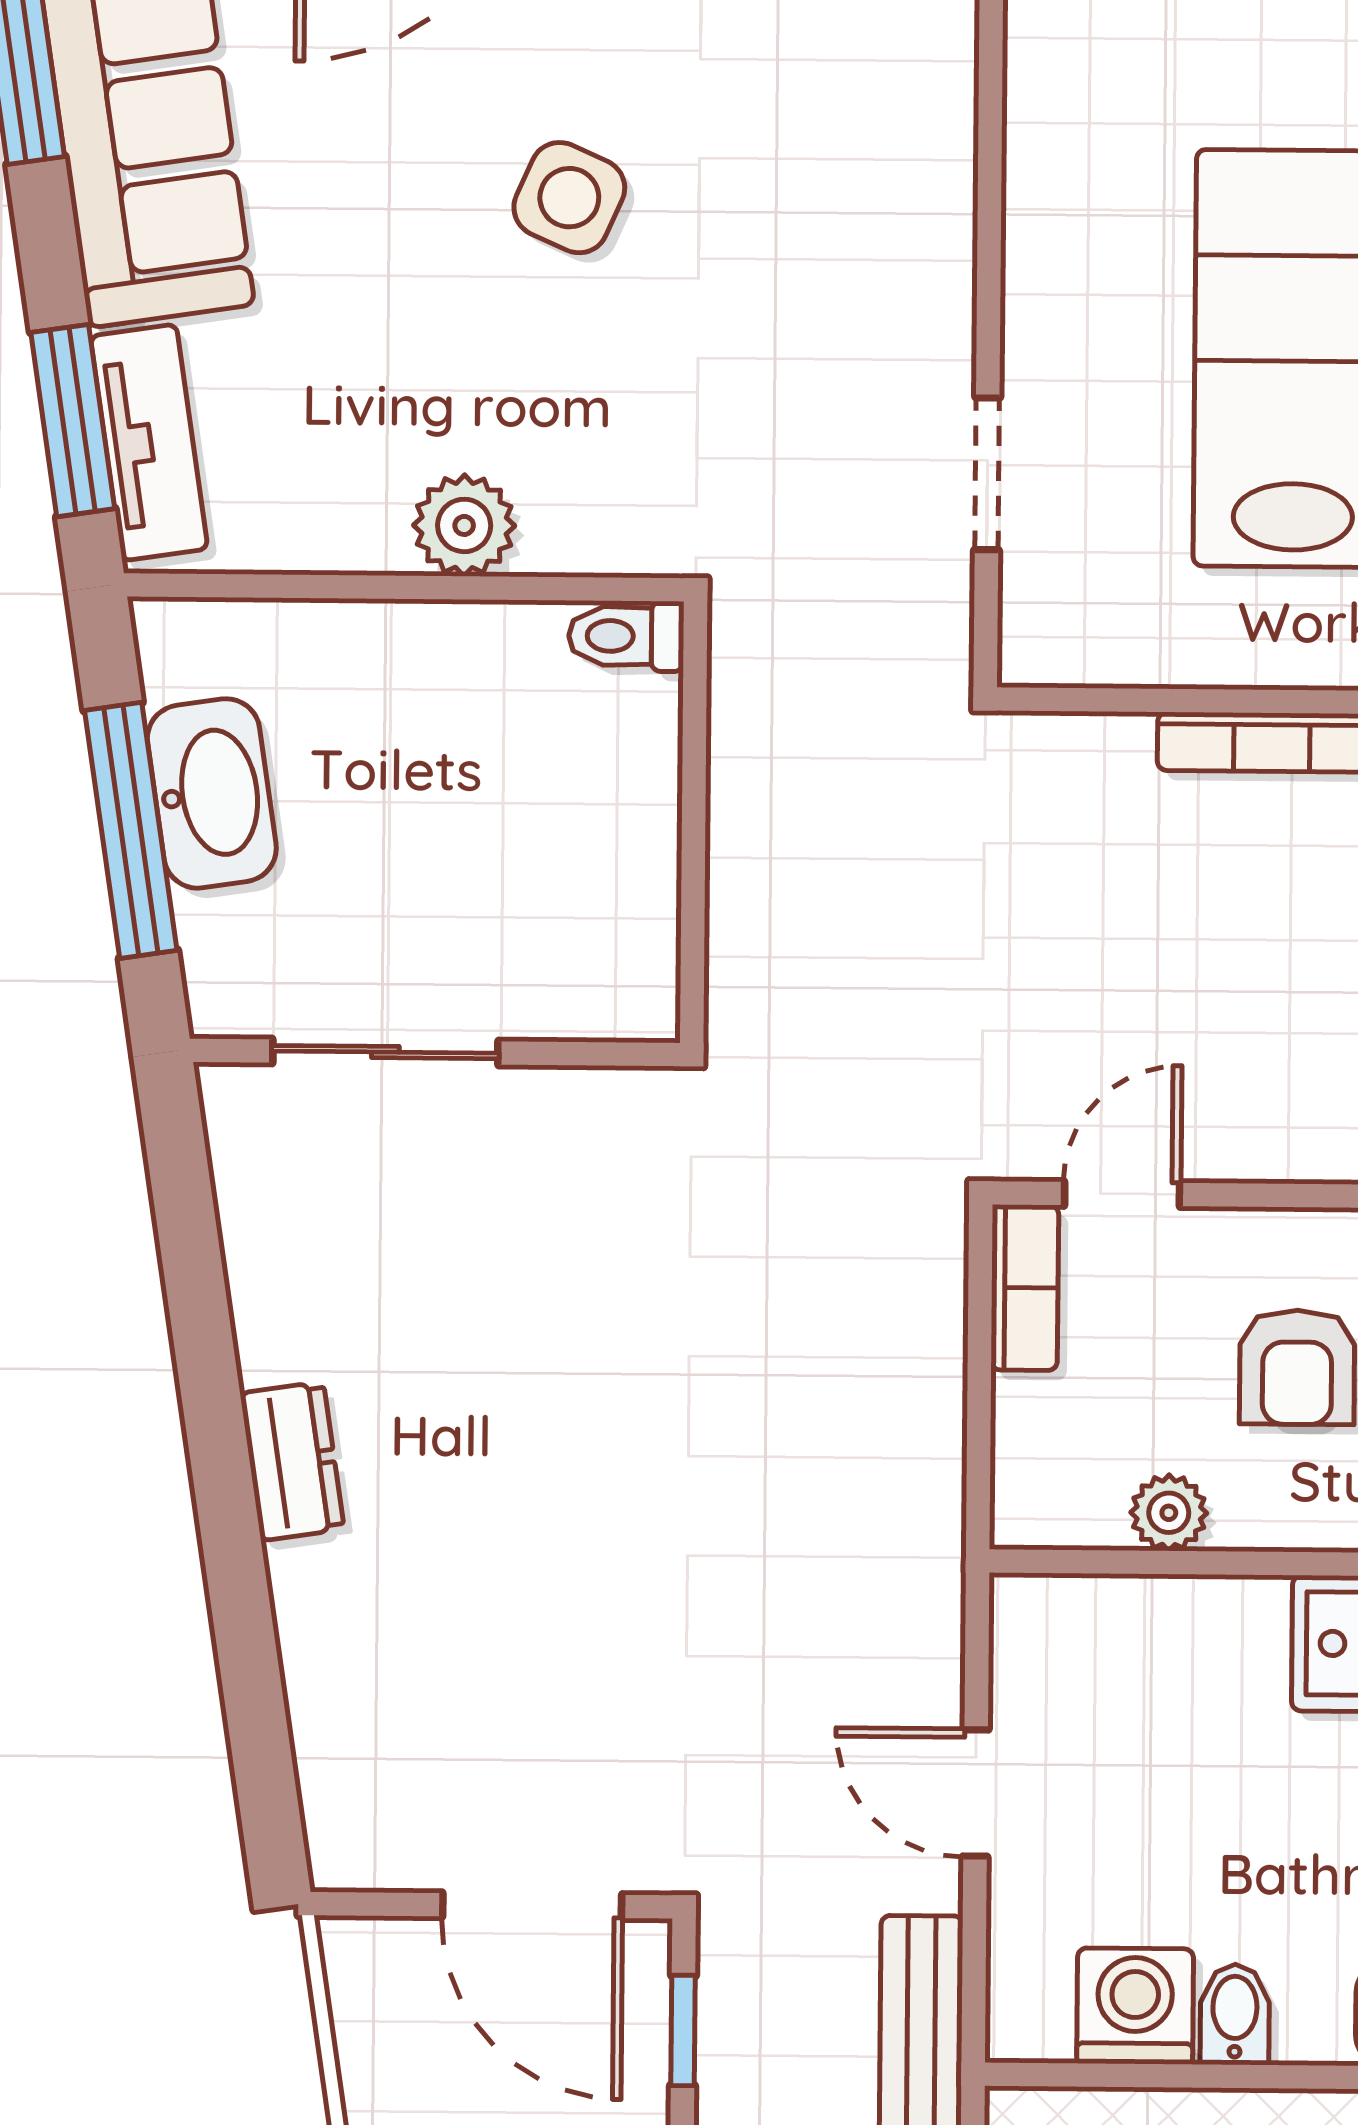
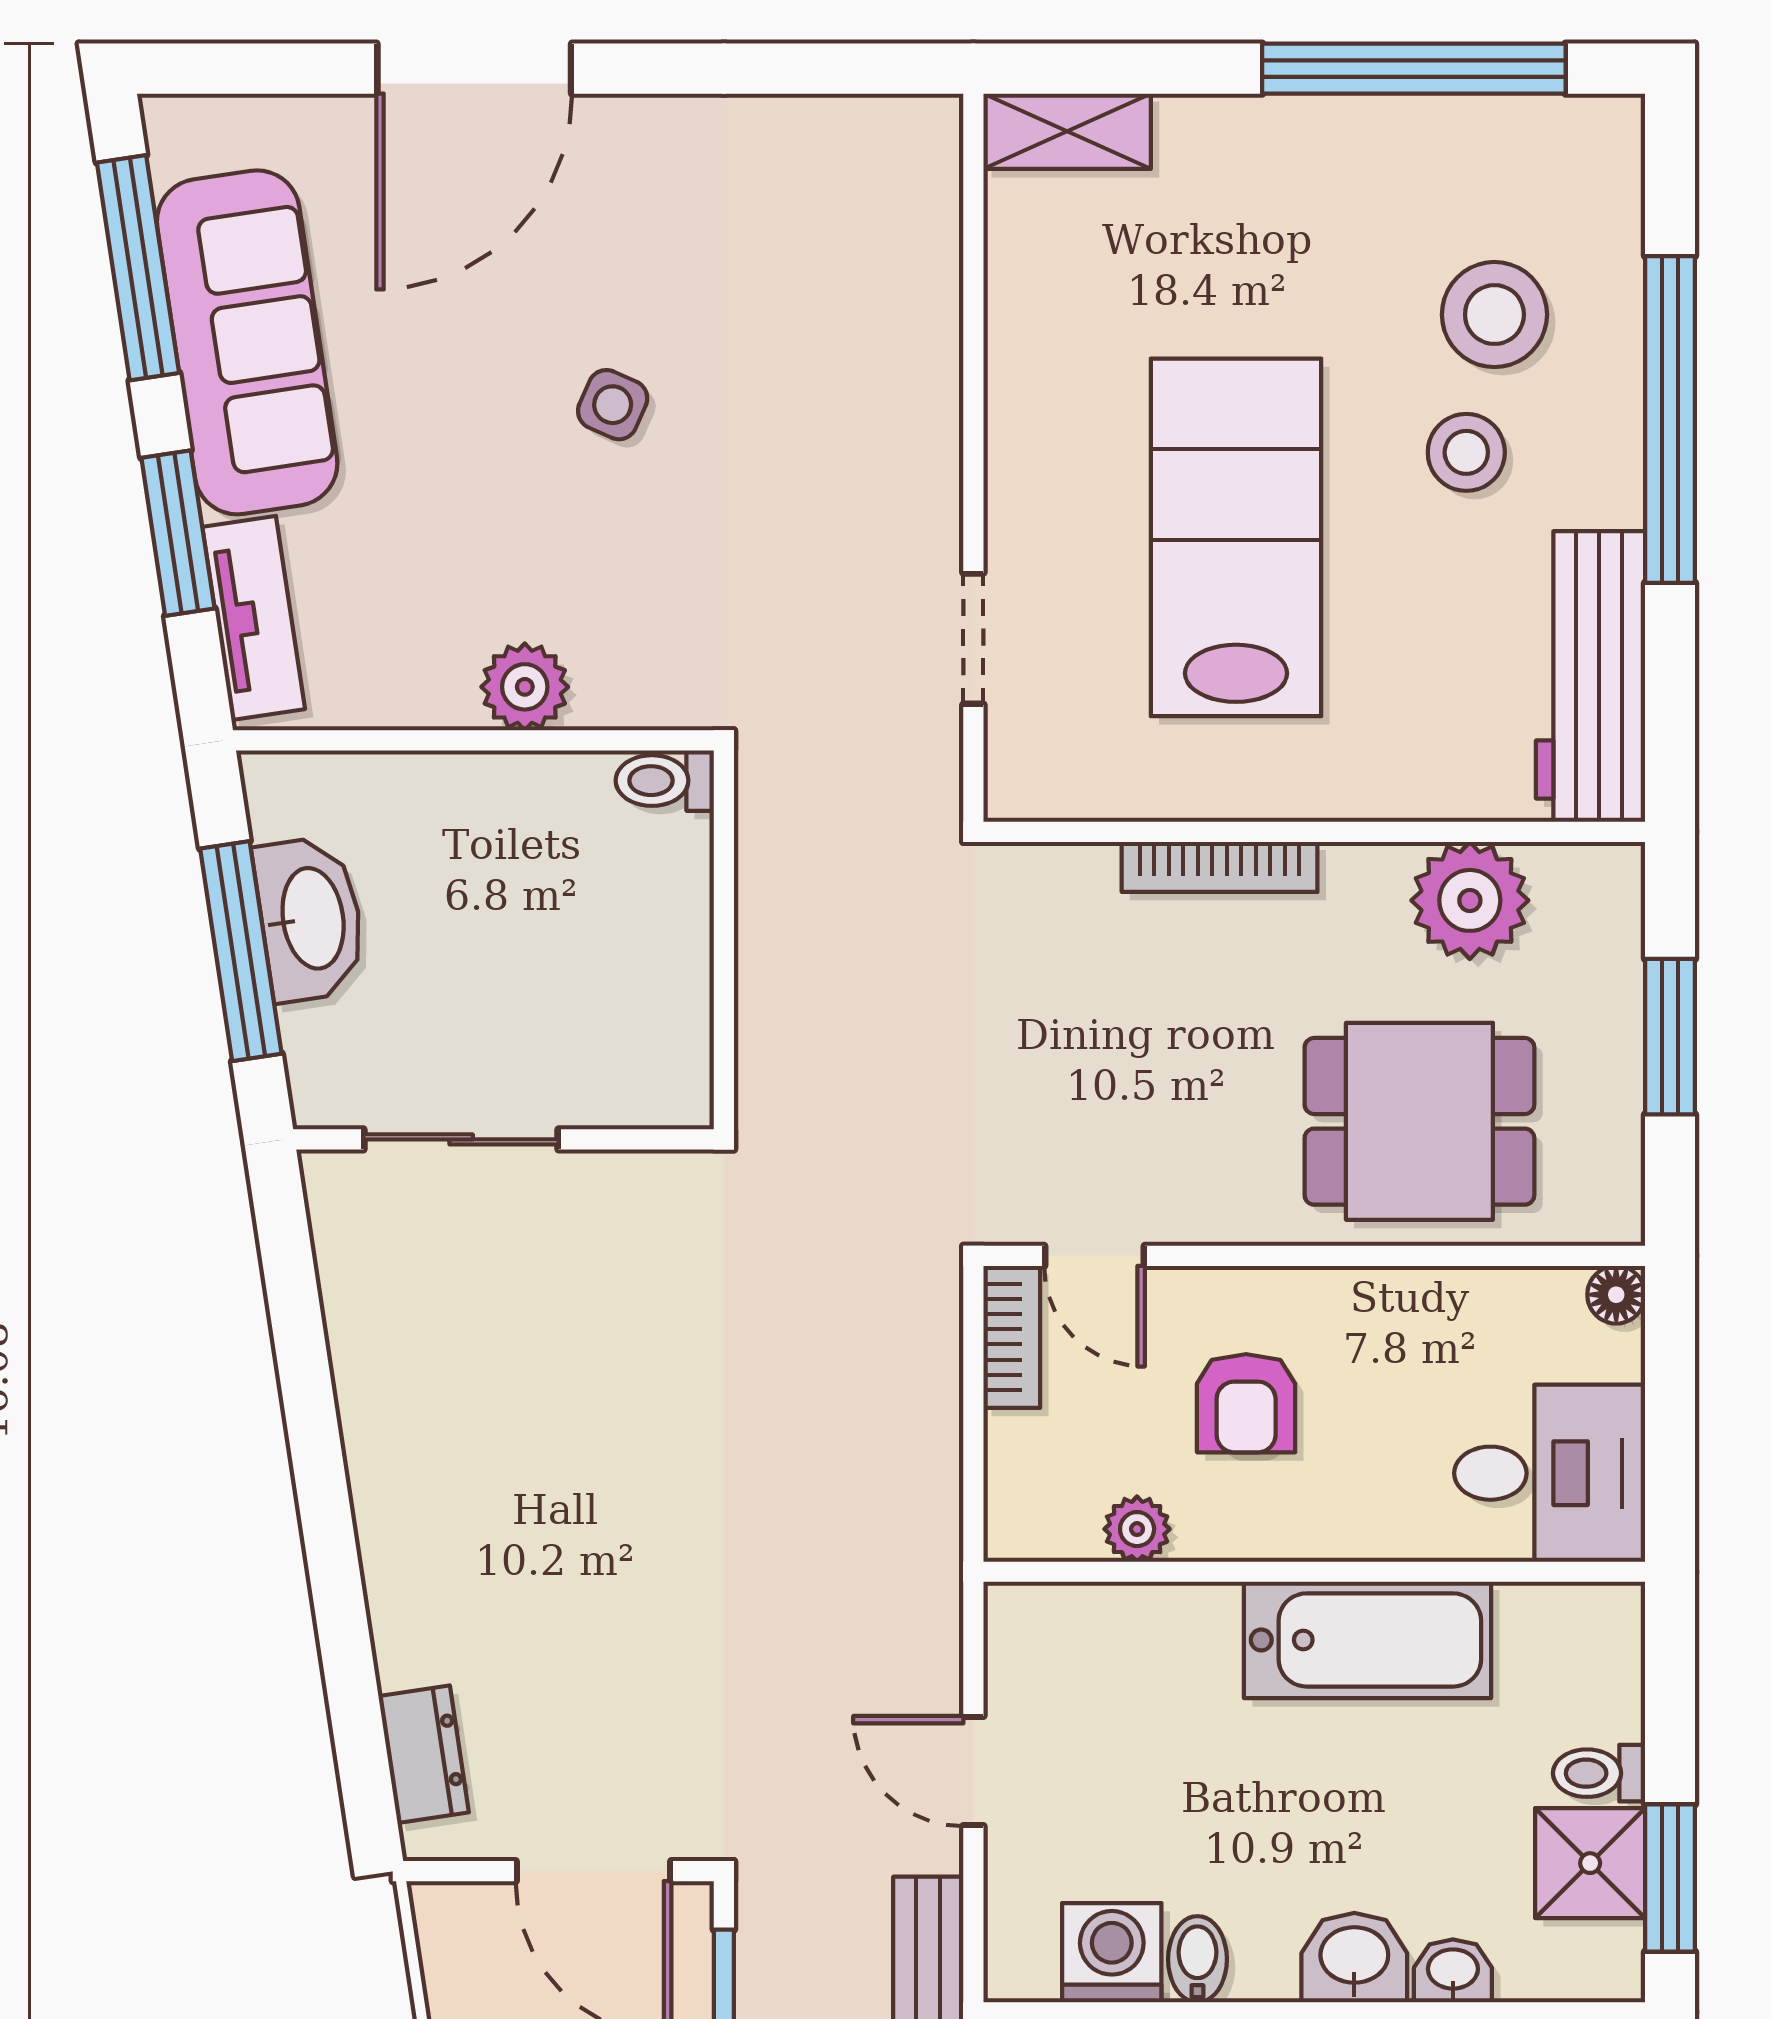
side table: (569, 198) -> (613, 405), width x0.73, depth x0.73
window: (73, 421) -> (178, 533), moved
door: (1122, 1194) -> (1095, 1256), swing flipped
dresser: (292, 1461) -> (424, 1754), moved

